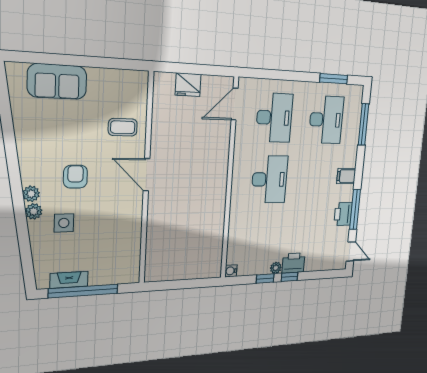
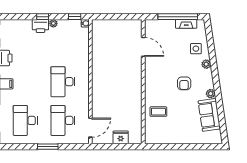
window: (334, 79) -> (48, 147), moved
sofa: (57, 81) -> (209, 115), moved, turned -98
door: (147, 175) -> (143, 47), moved
plant: (31, 194) -> (211, 94), moved
side table: (64, 223) -> (196, 49), moved
window: (265, 279) -> (75, 17), moved

